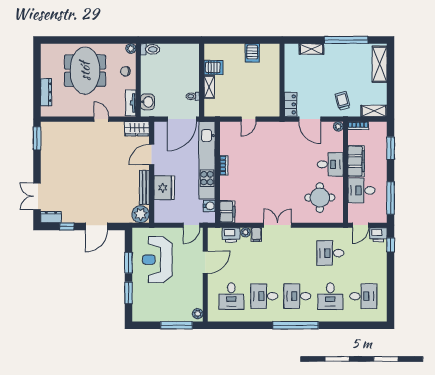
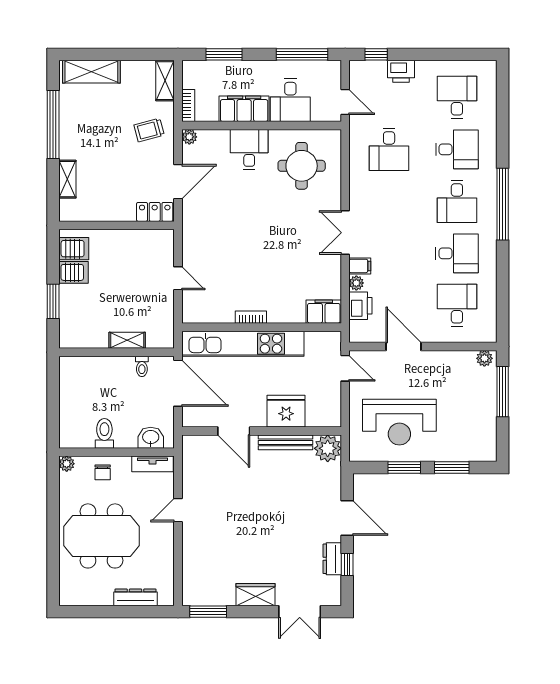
window: (234, 40) -> (53, 301), added
toilet: (150, 49) -> (104, 433), moved
server rack: (213, 67) -> (74, 249), moved, turned 90
wardrobe: (137, 129) -> (256, 595), moved, turned -90
water cooler: (209, 206) -> (315, 340), removed
dresser: (51, 217) -> (332, 559), moved
printer: (378, 235) -> (401, 71), moved, turned 90
desk: (231, 296) -> (457, 305), turned -90
desk: (264, 296) -> (457, 253), turned -90

